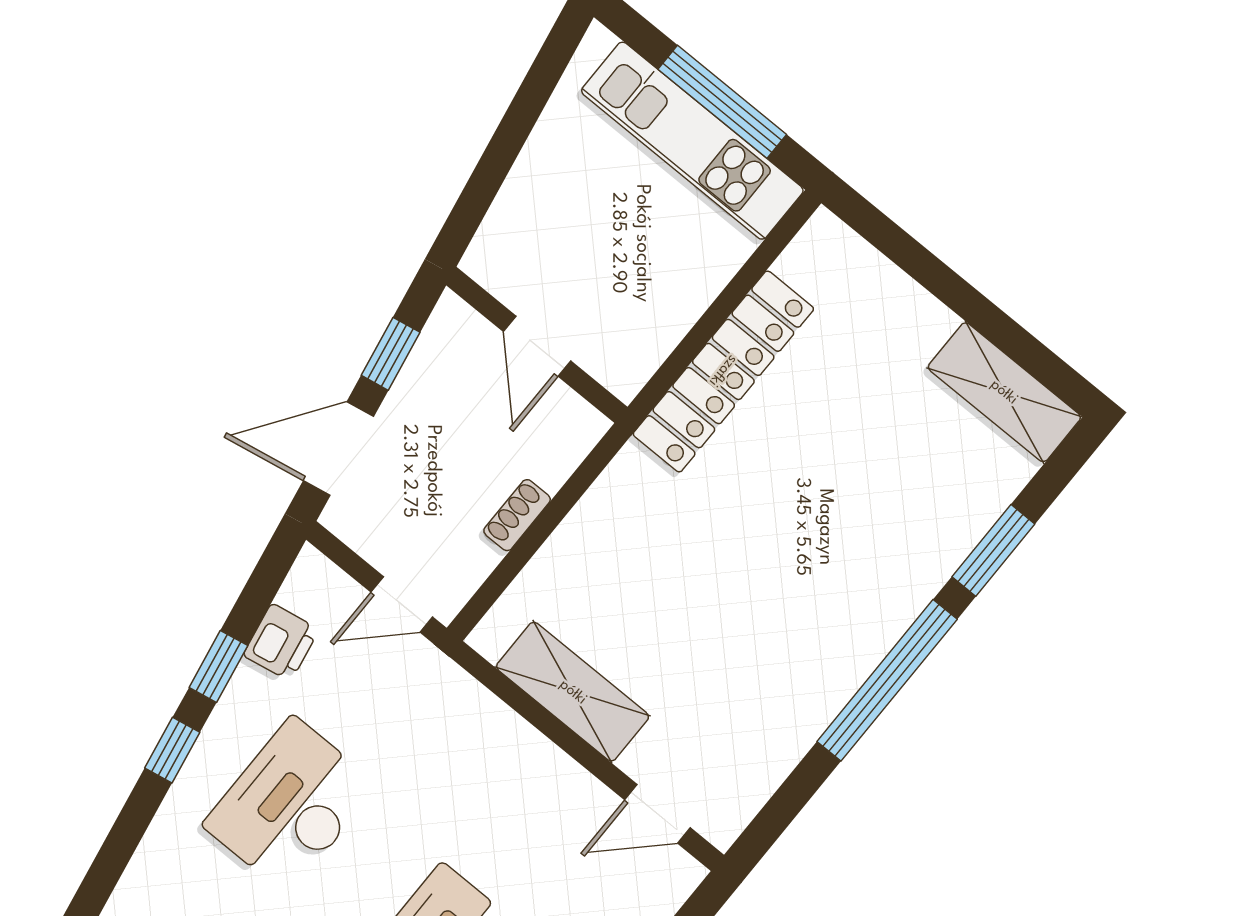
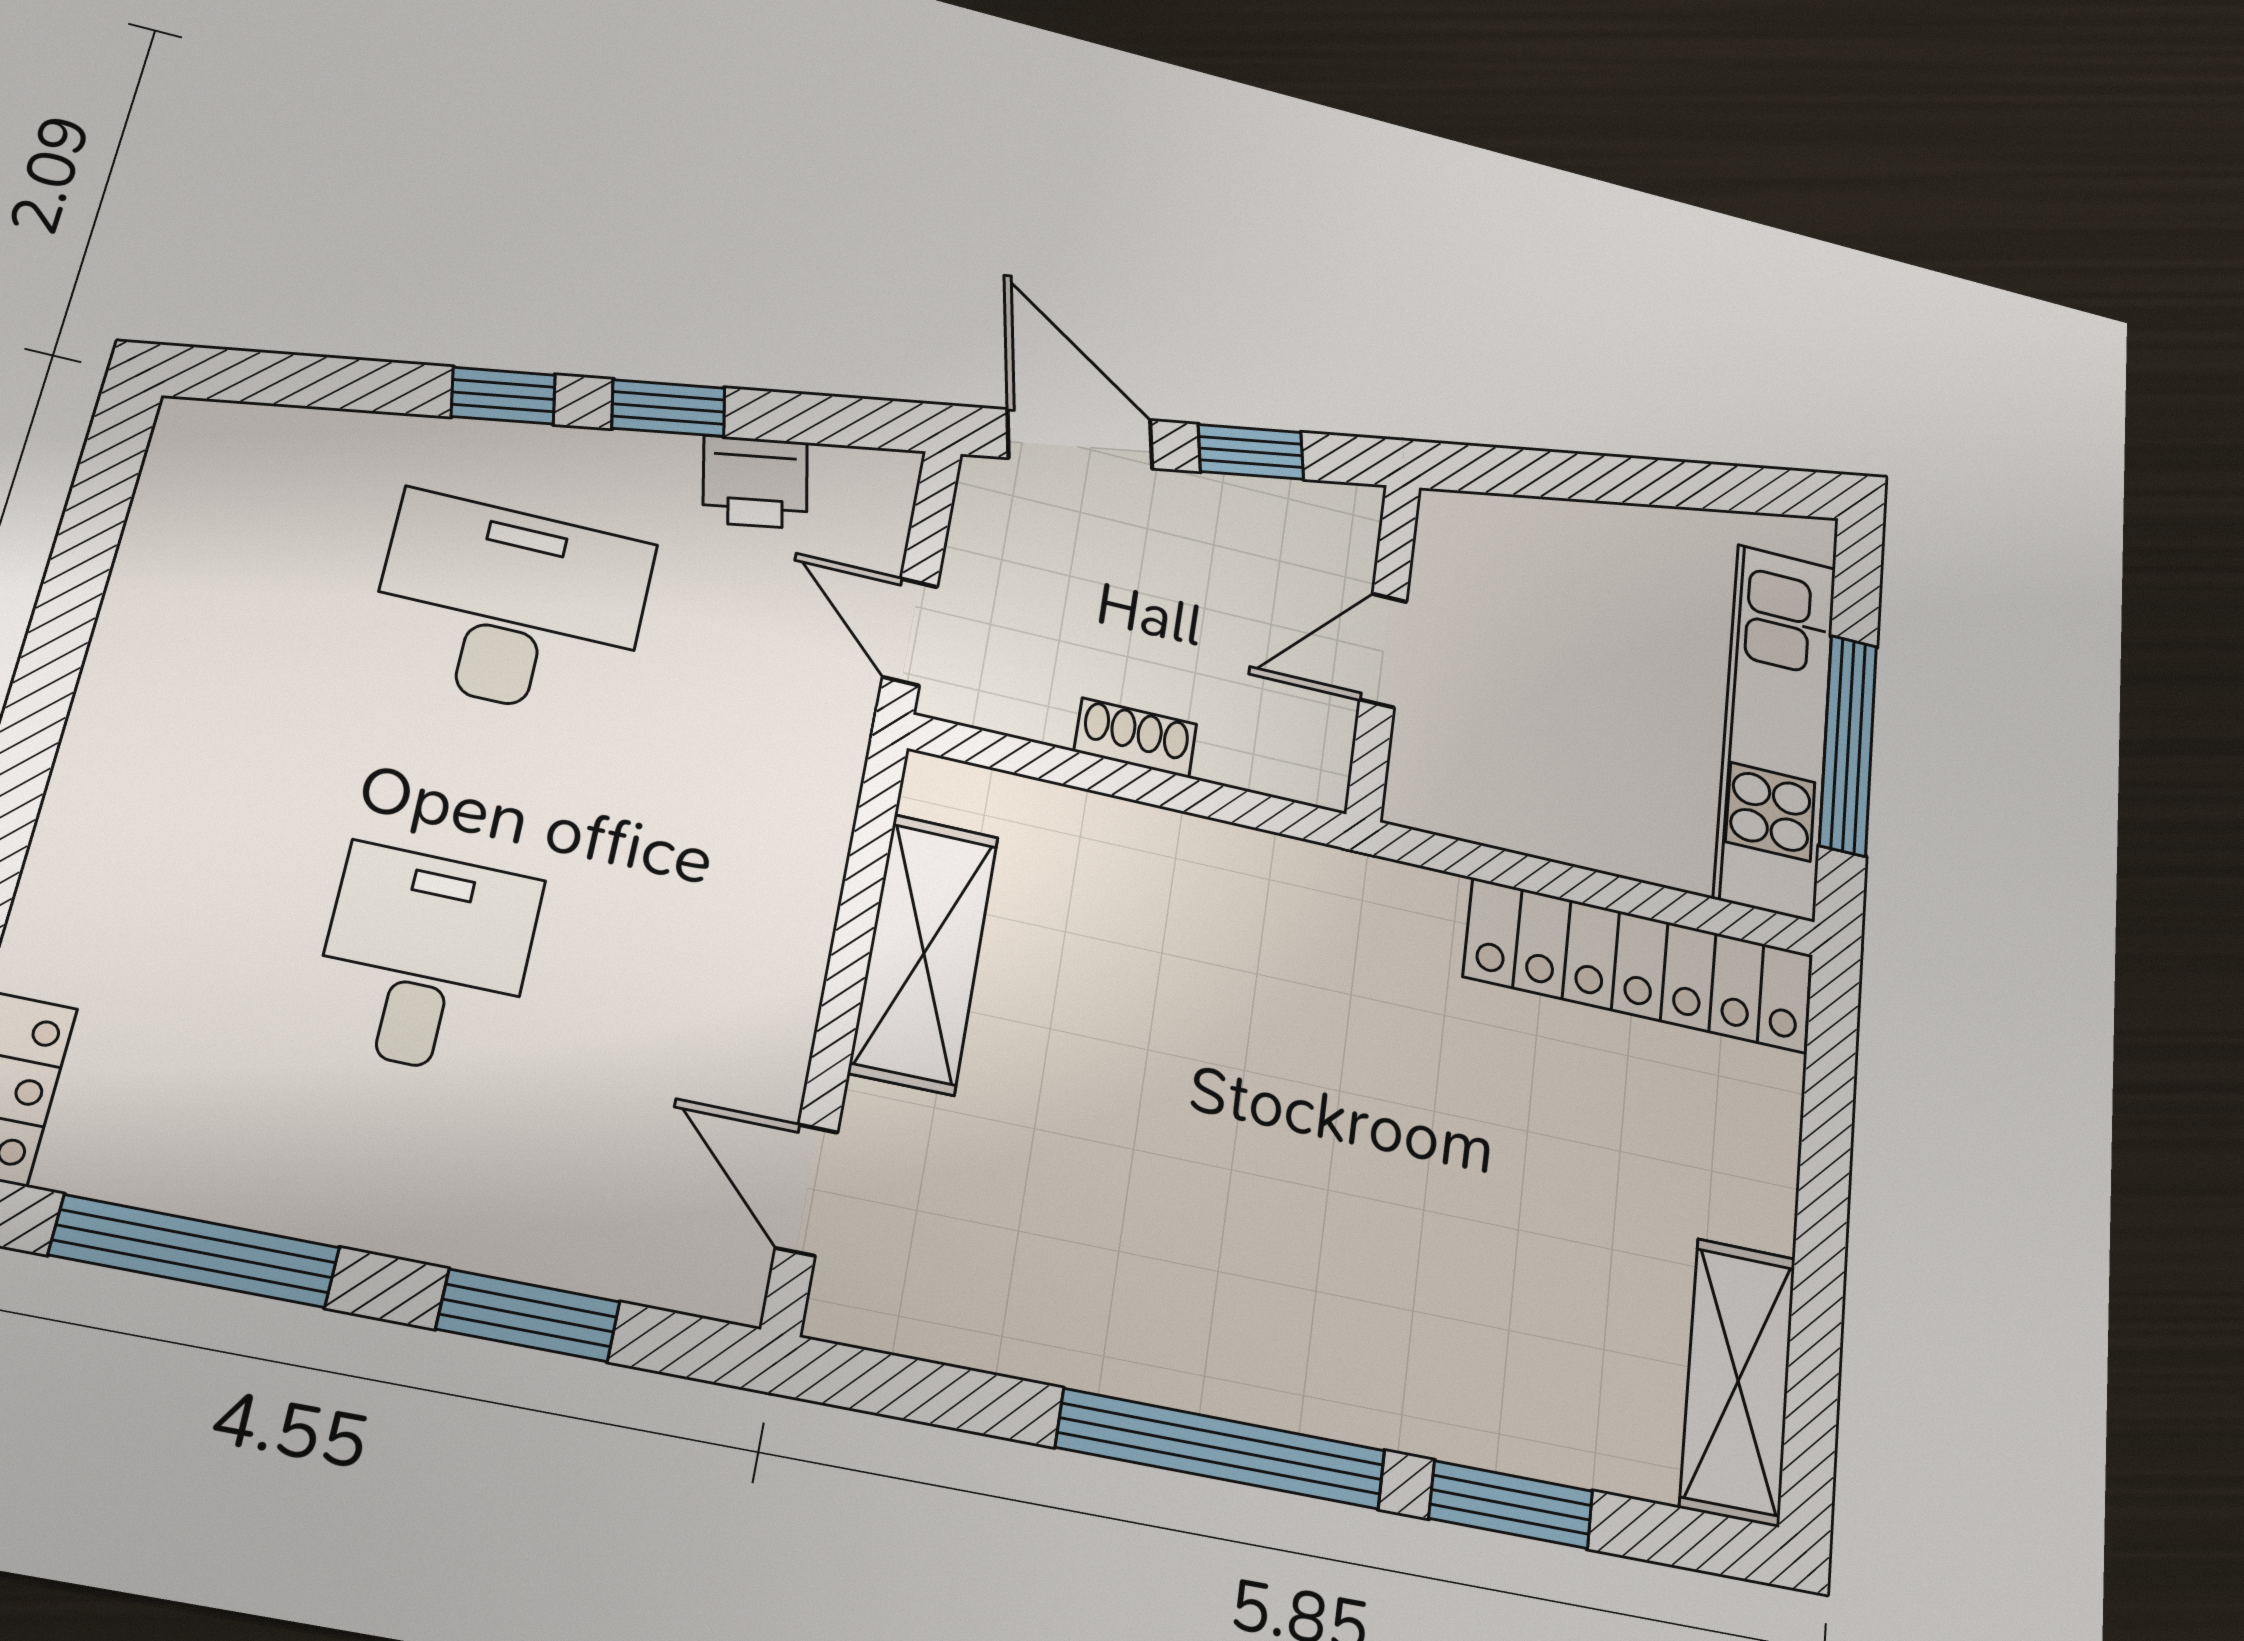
locker: (723, 371) -> (1640, 966), moved

